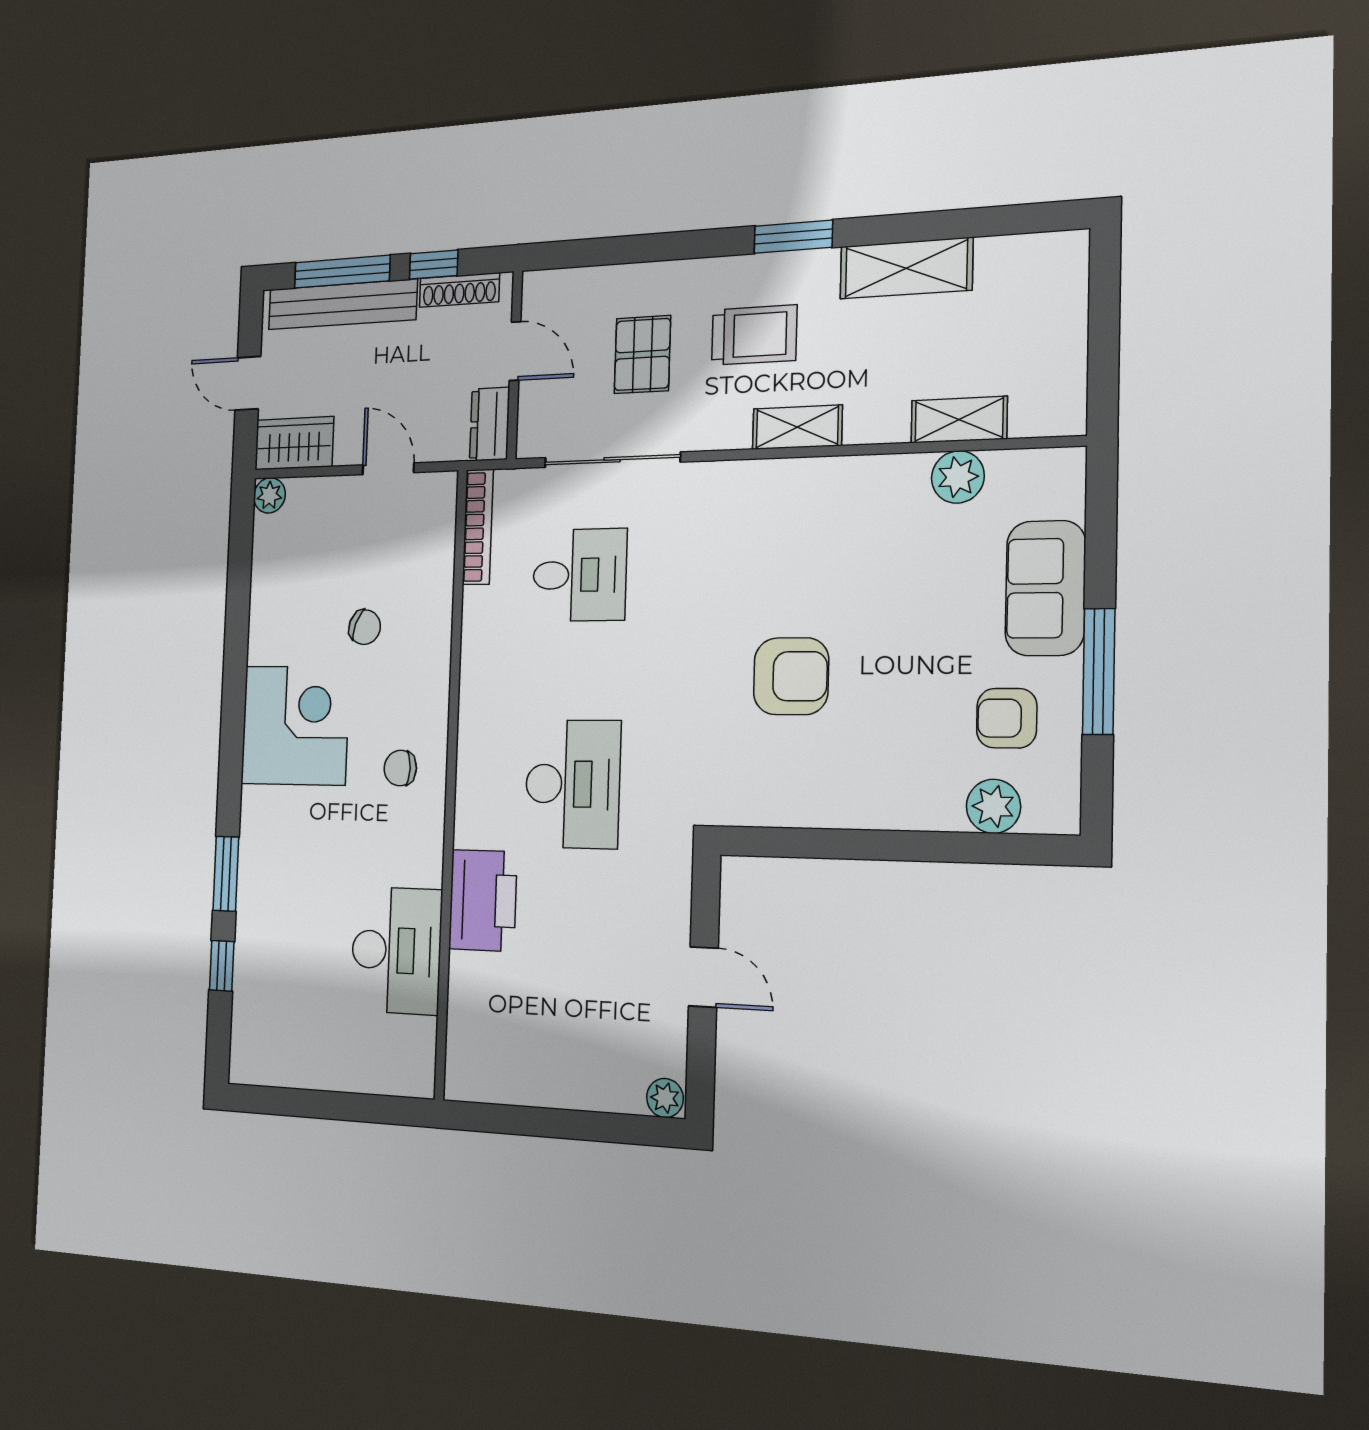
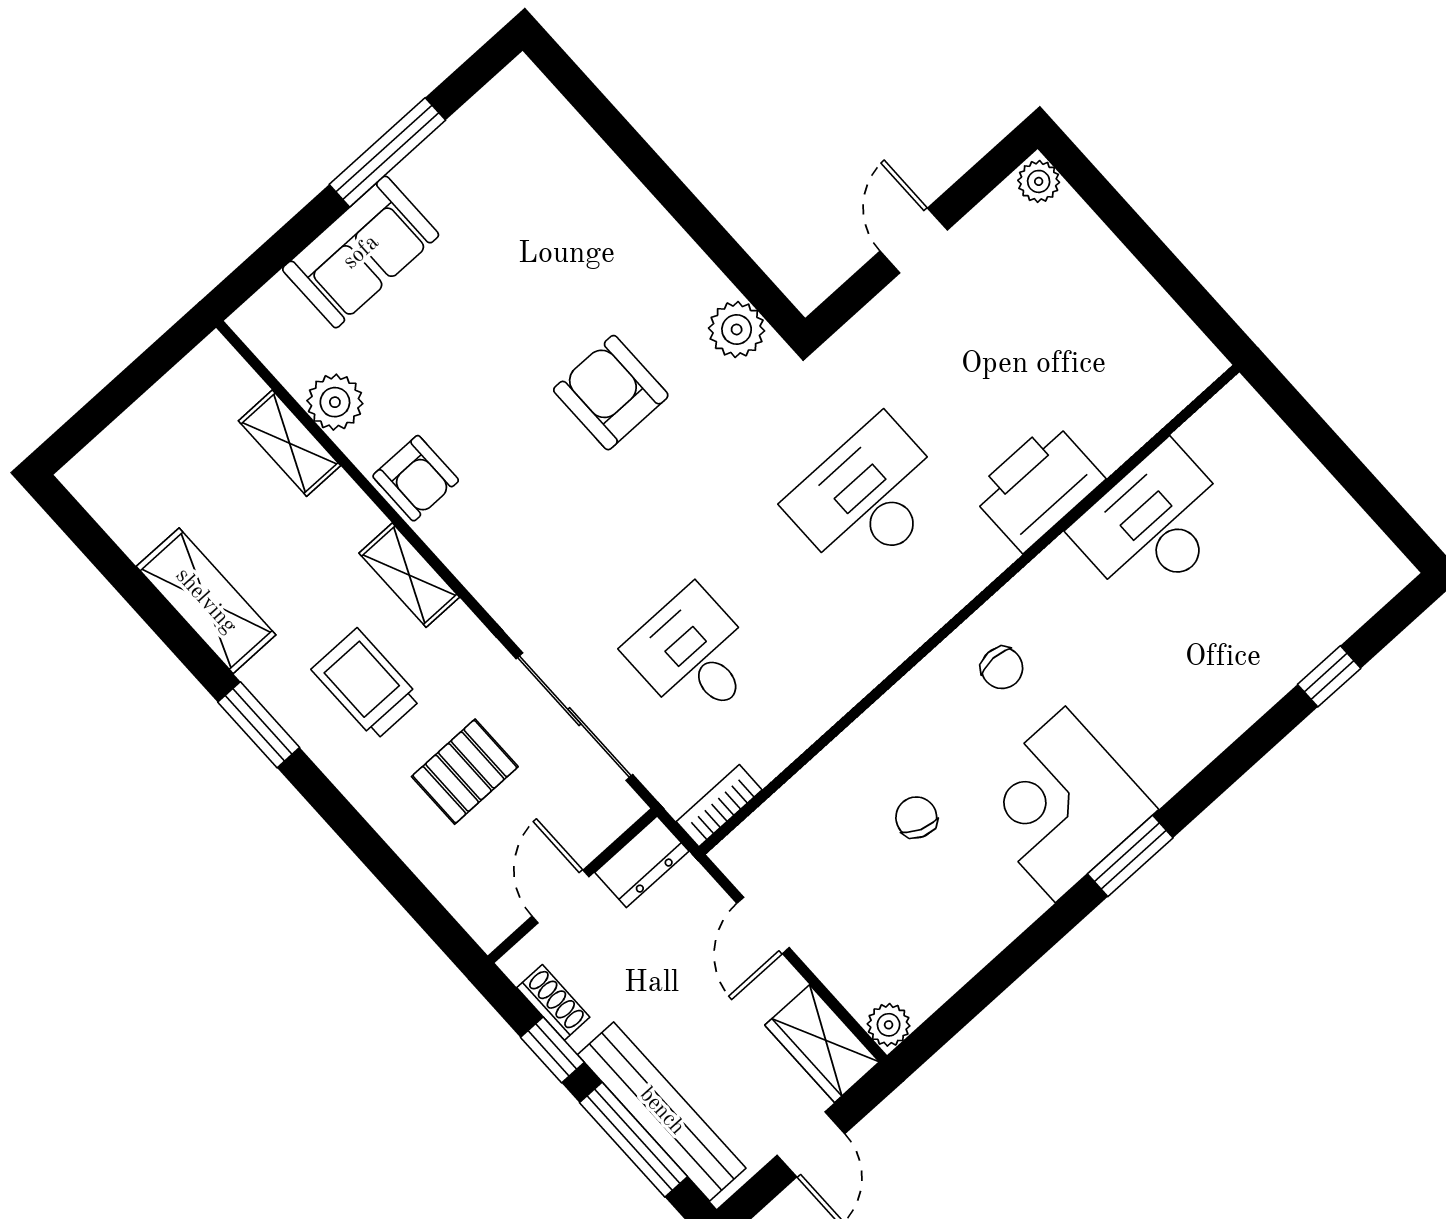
shoe rack: (459, 290) -> (553, 1002), width x0.70
bookcase: (478, 527) -> (719, 806), width x0.64
armchair: (1007, 718) -> (416, 478), moved
plant: (993, 806) -> (737, 329), moved
window: (226, 874) -> (1130, 856), moved

